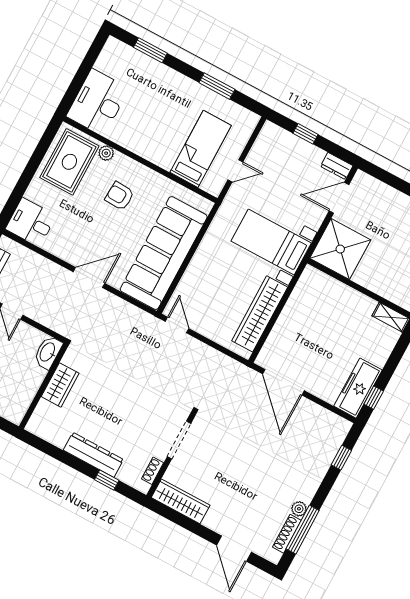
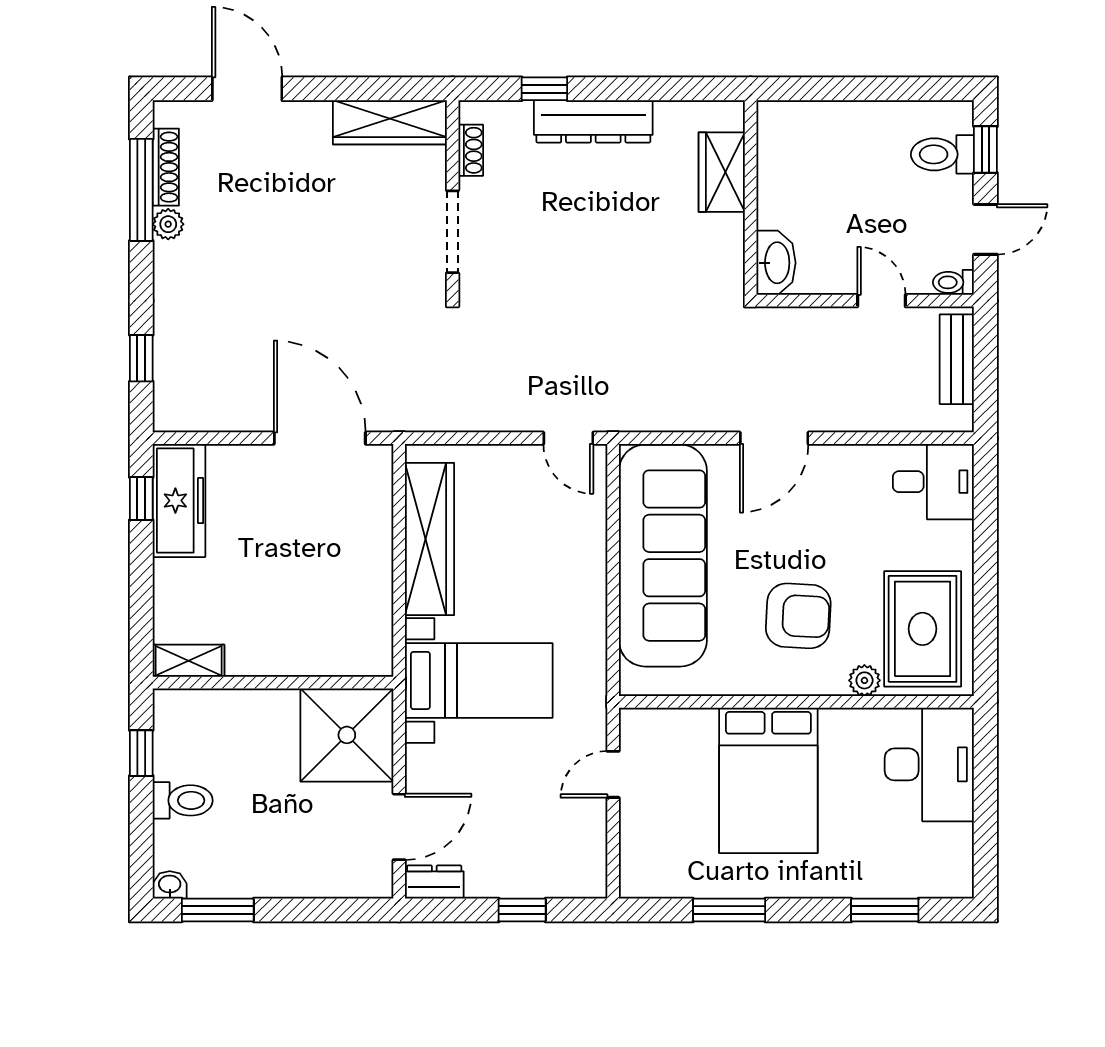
bed: (201, 149) -> (768, 780), moved, width x1.50
armchair: (120, 196) -> (798, 616), width x1.38, depth x1.38
wardrobe: (60, 385) -> (722, 172), moved

